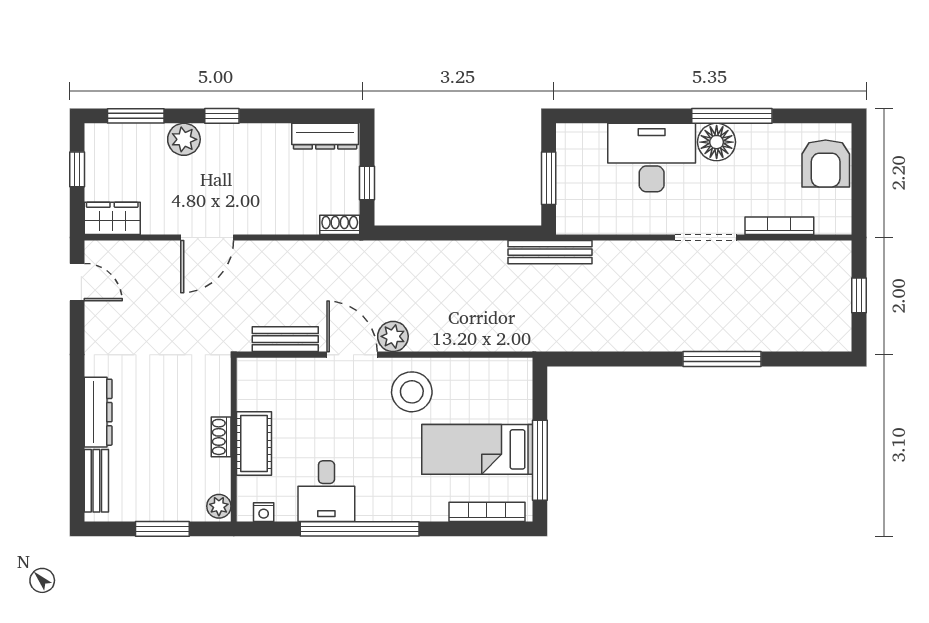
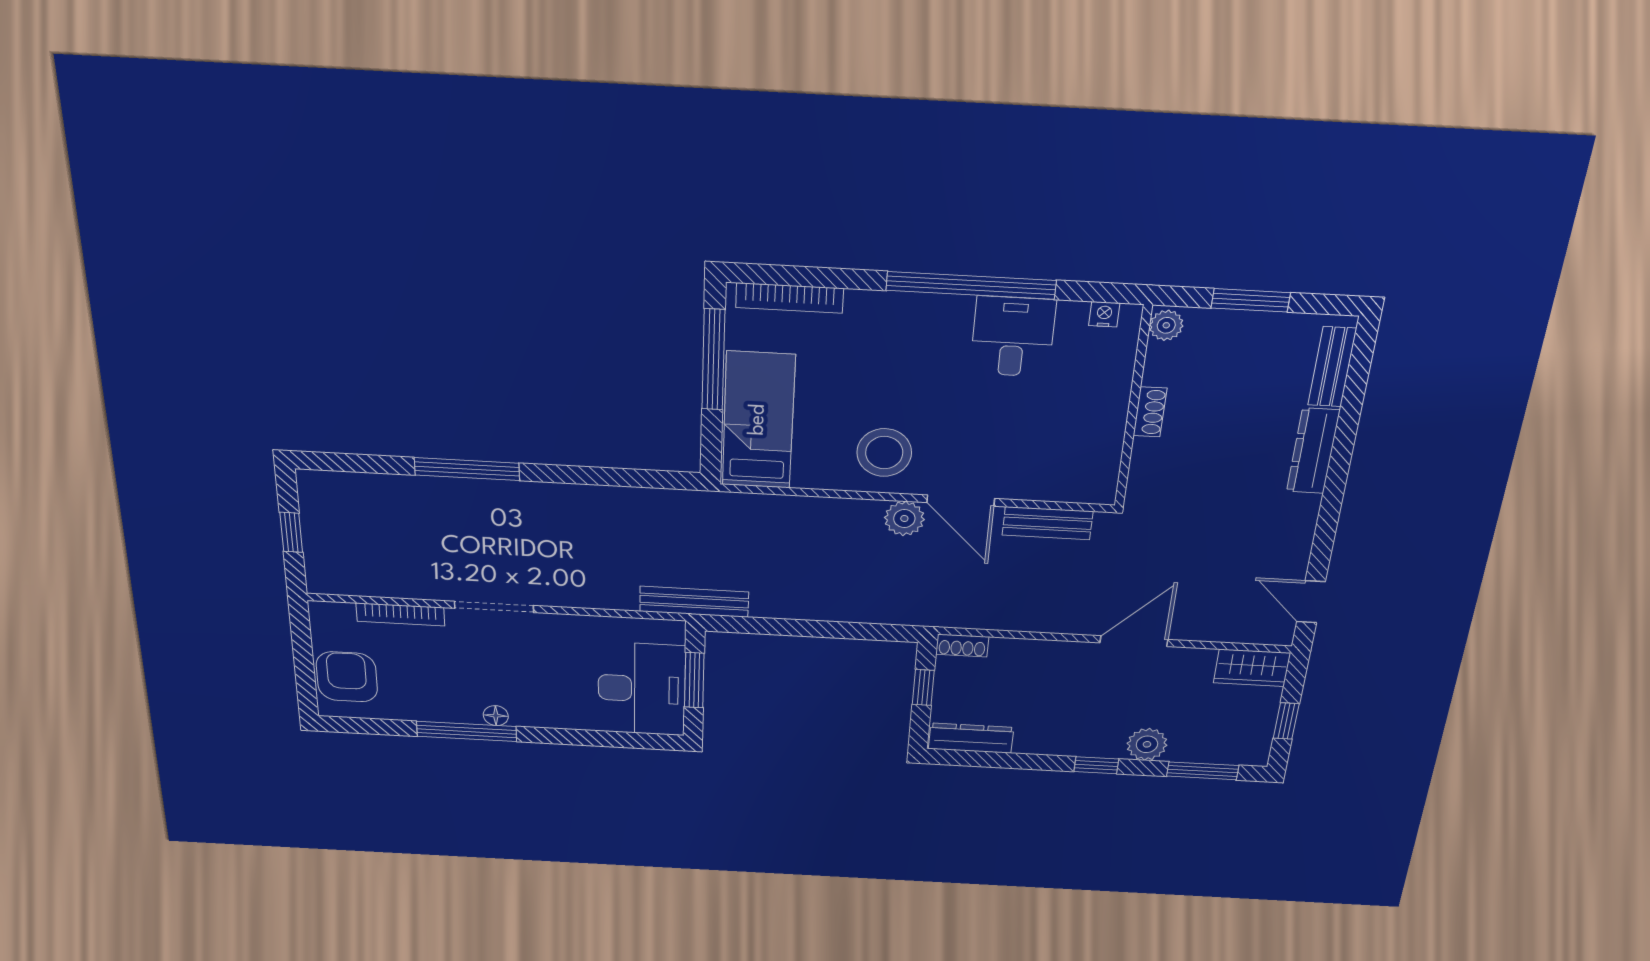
floor lamp: (717, 142) -> (496, 716), width x0.53, depth x0.53
desk: (652, 158) -> (642, 689), moved, turned -90
cot: (254, 444) -> (1106, 401), removed
bed: (477, 449) -> (758, 420), moved, turned -90

